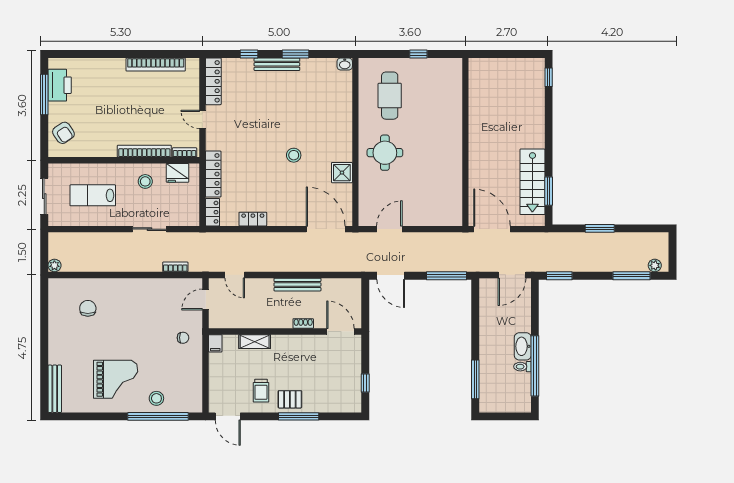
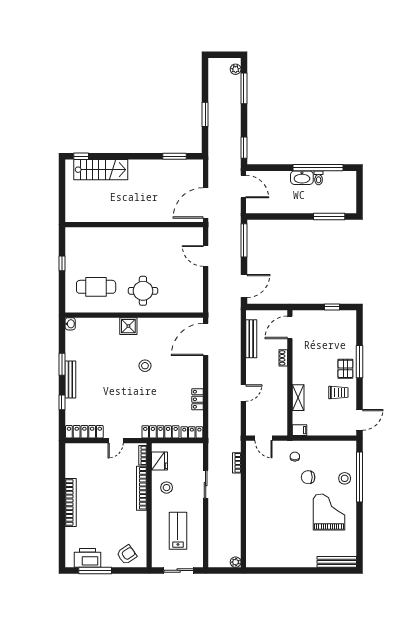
bookcase: (156, 65) -> (71, 502), moved
shower: (342, 173) -> (128, 326), moved
stairs: (532, 182) -> (101, 170), moved
lab bench: (93, 195) -> (178, 531), turned 180
door: (389, 229) -> (206, 256), moved
door: (235, 275) -> (243, 393), moved
bench: (297, 285) -> (251, 339), moved
chair: (88, 308) -> (308, 477), moved

